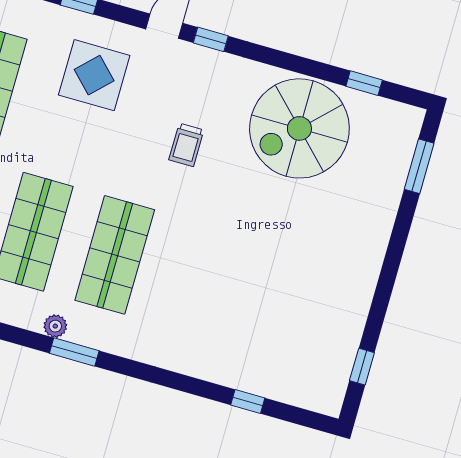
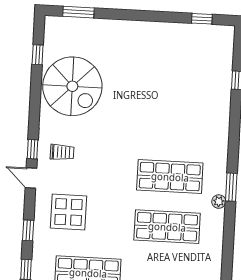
trolley: (186, 145) -> (62, 152), moved

